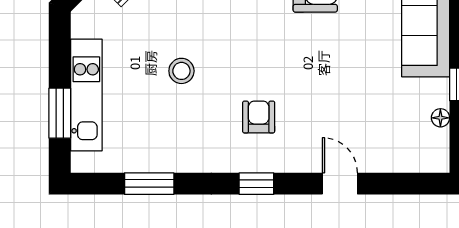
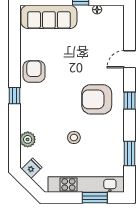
kitchen unit: (86, 95) -> (86, 185), width x1.36
armchair: (259, 117) -> (97, 99), width x1.88, depth x1.88

